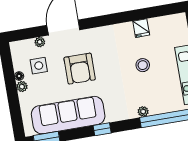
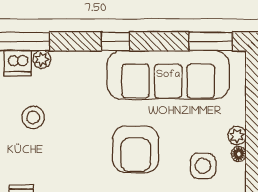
stool: (143, 65) -> (33, 117), moved
armchair: (80, 69) -> (136, 149), turned 180
dishwasher: (157, 107) -> (18, 63), added

